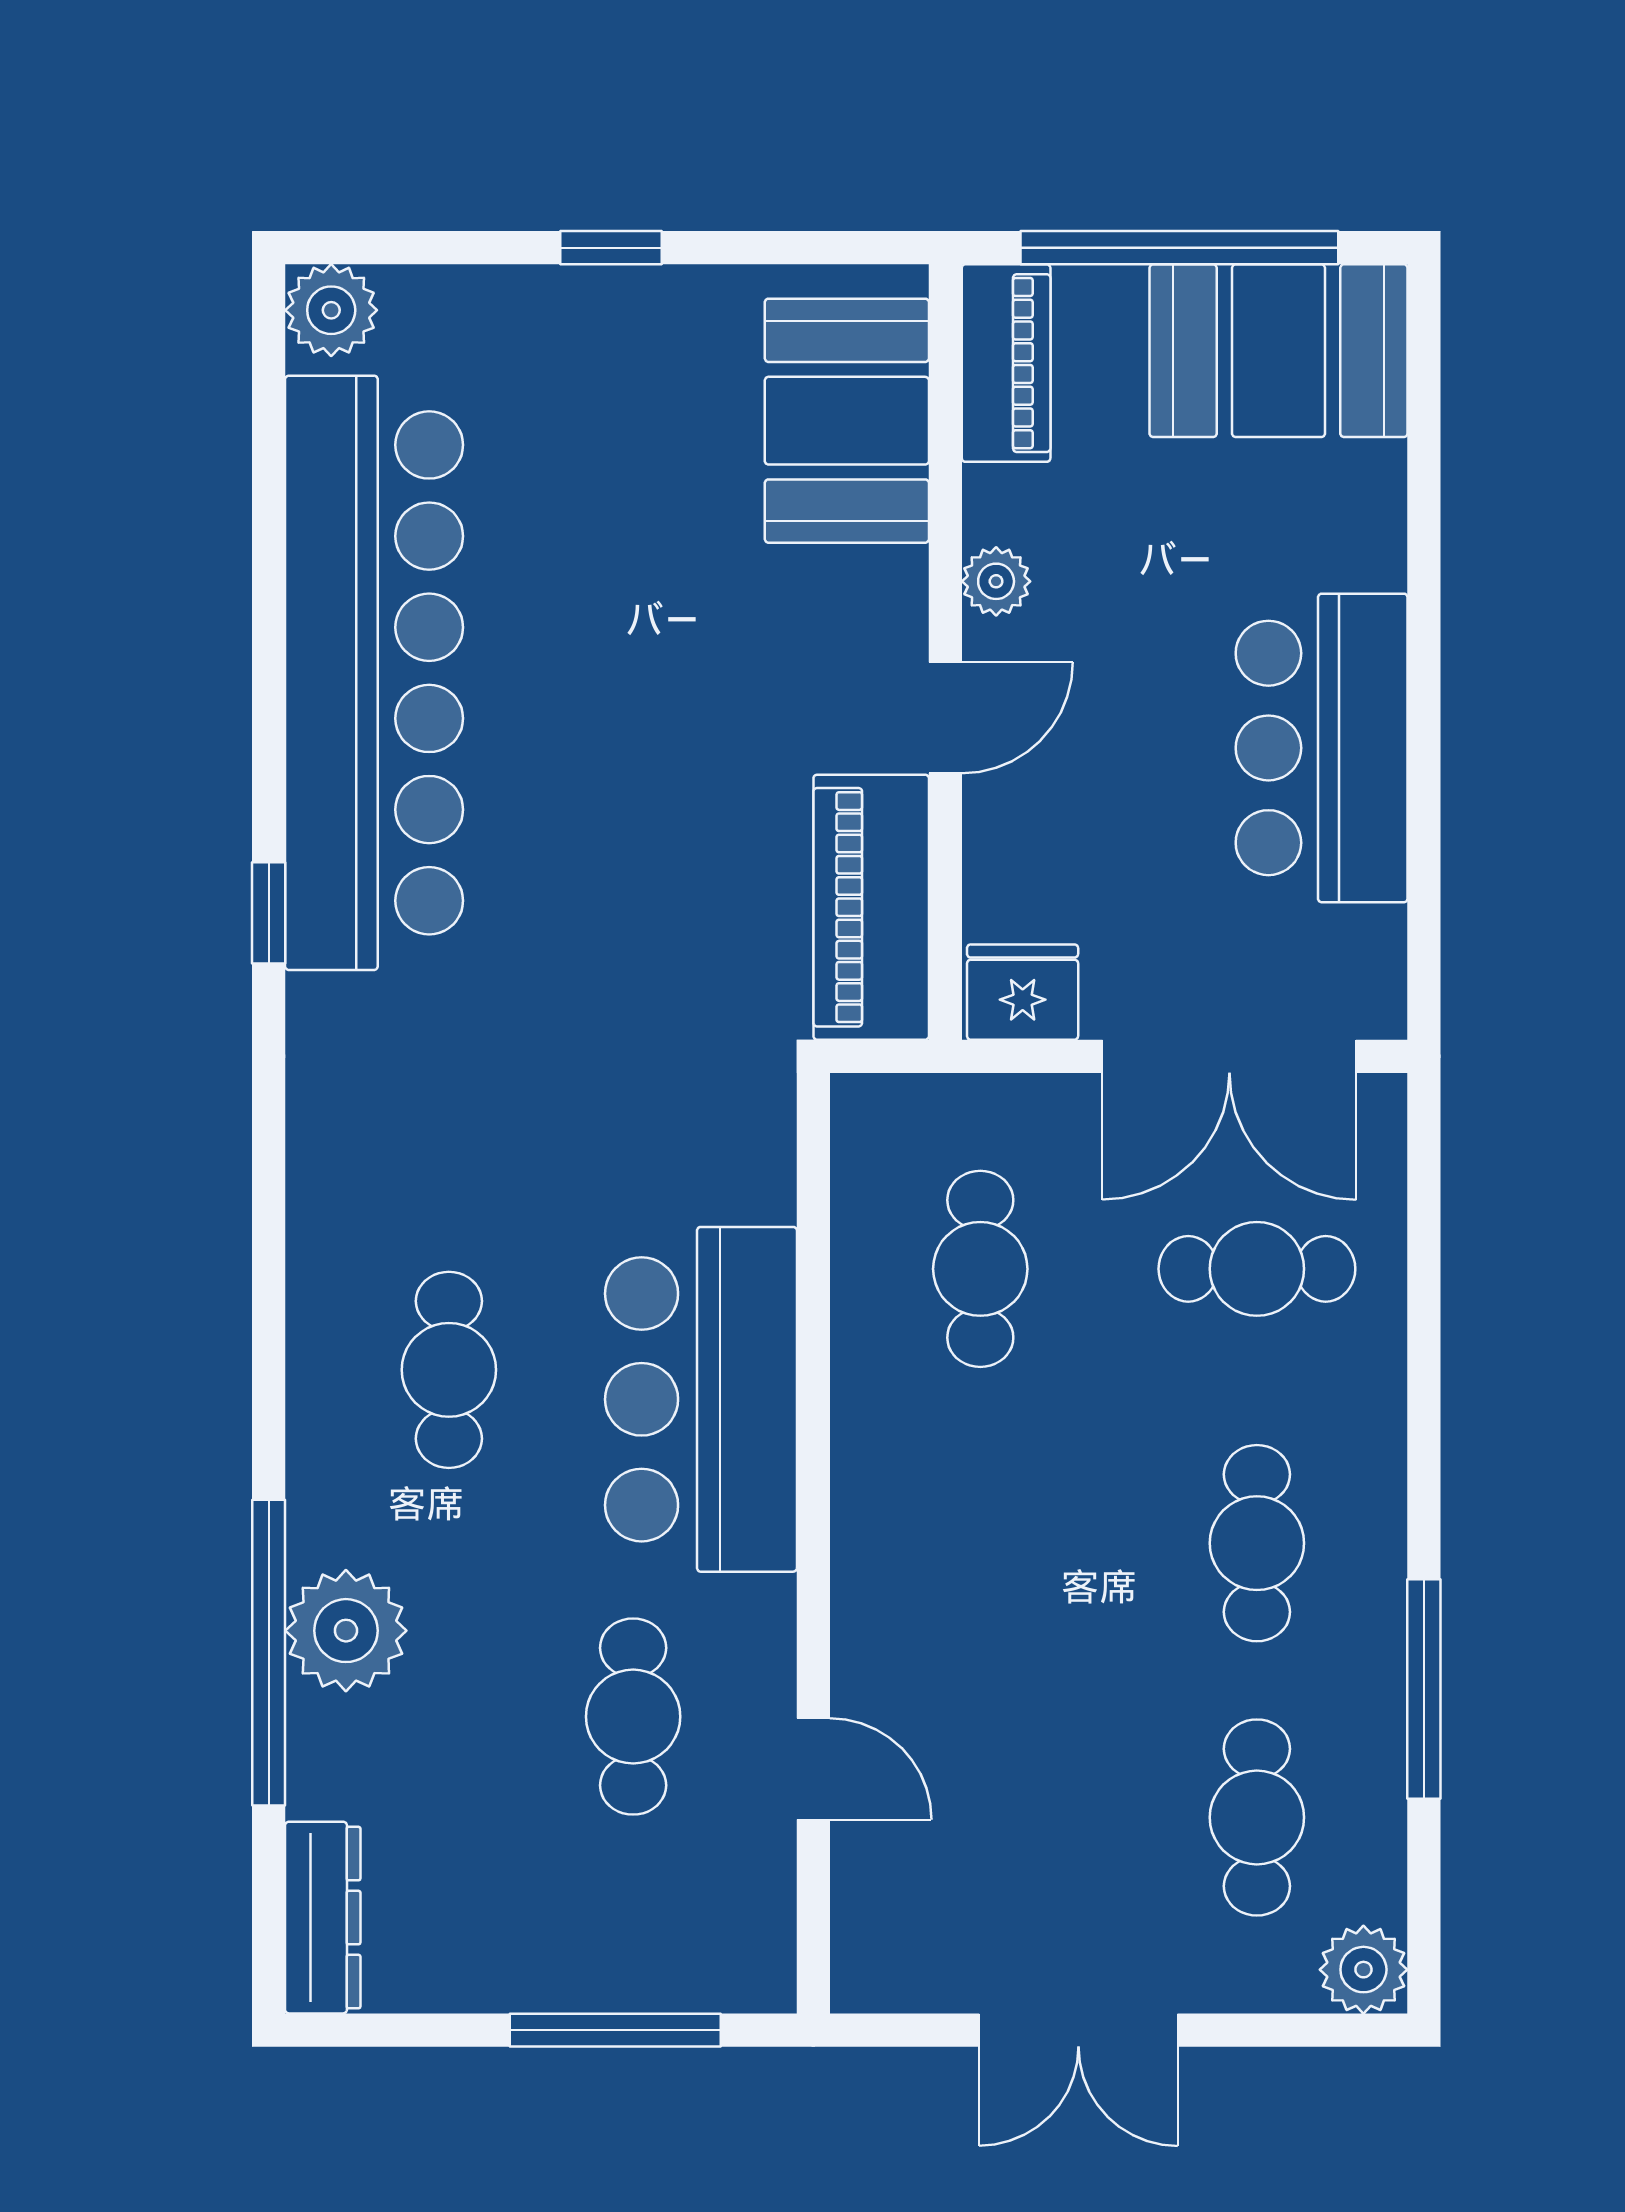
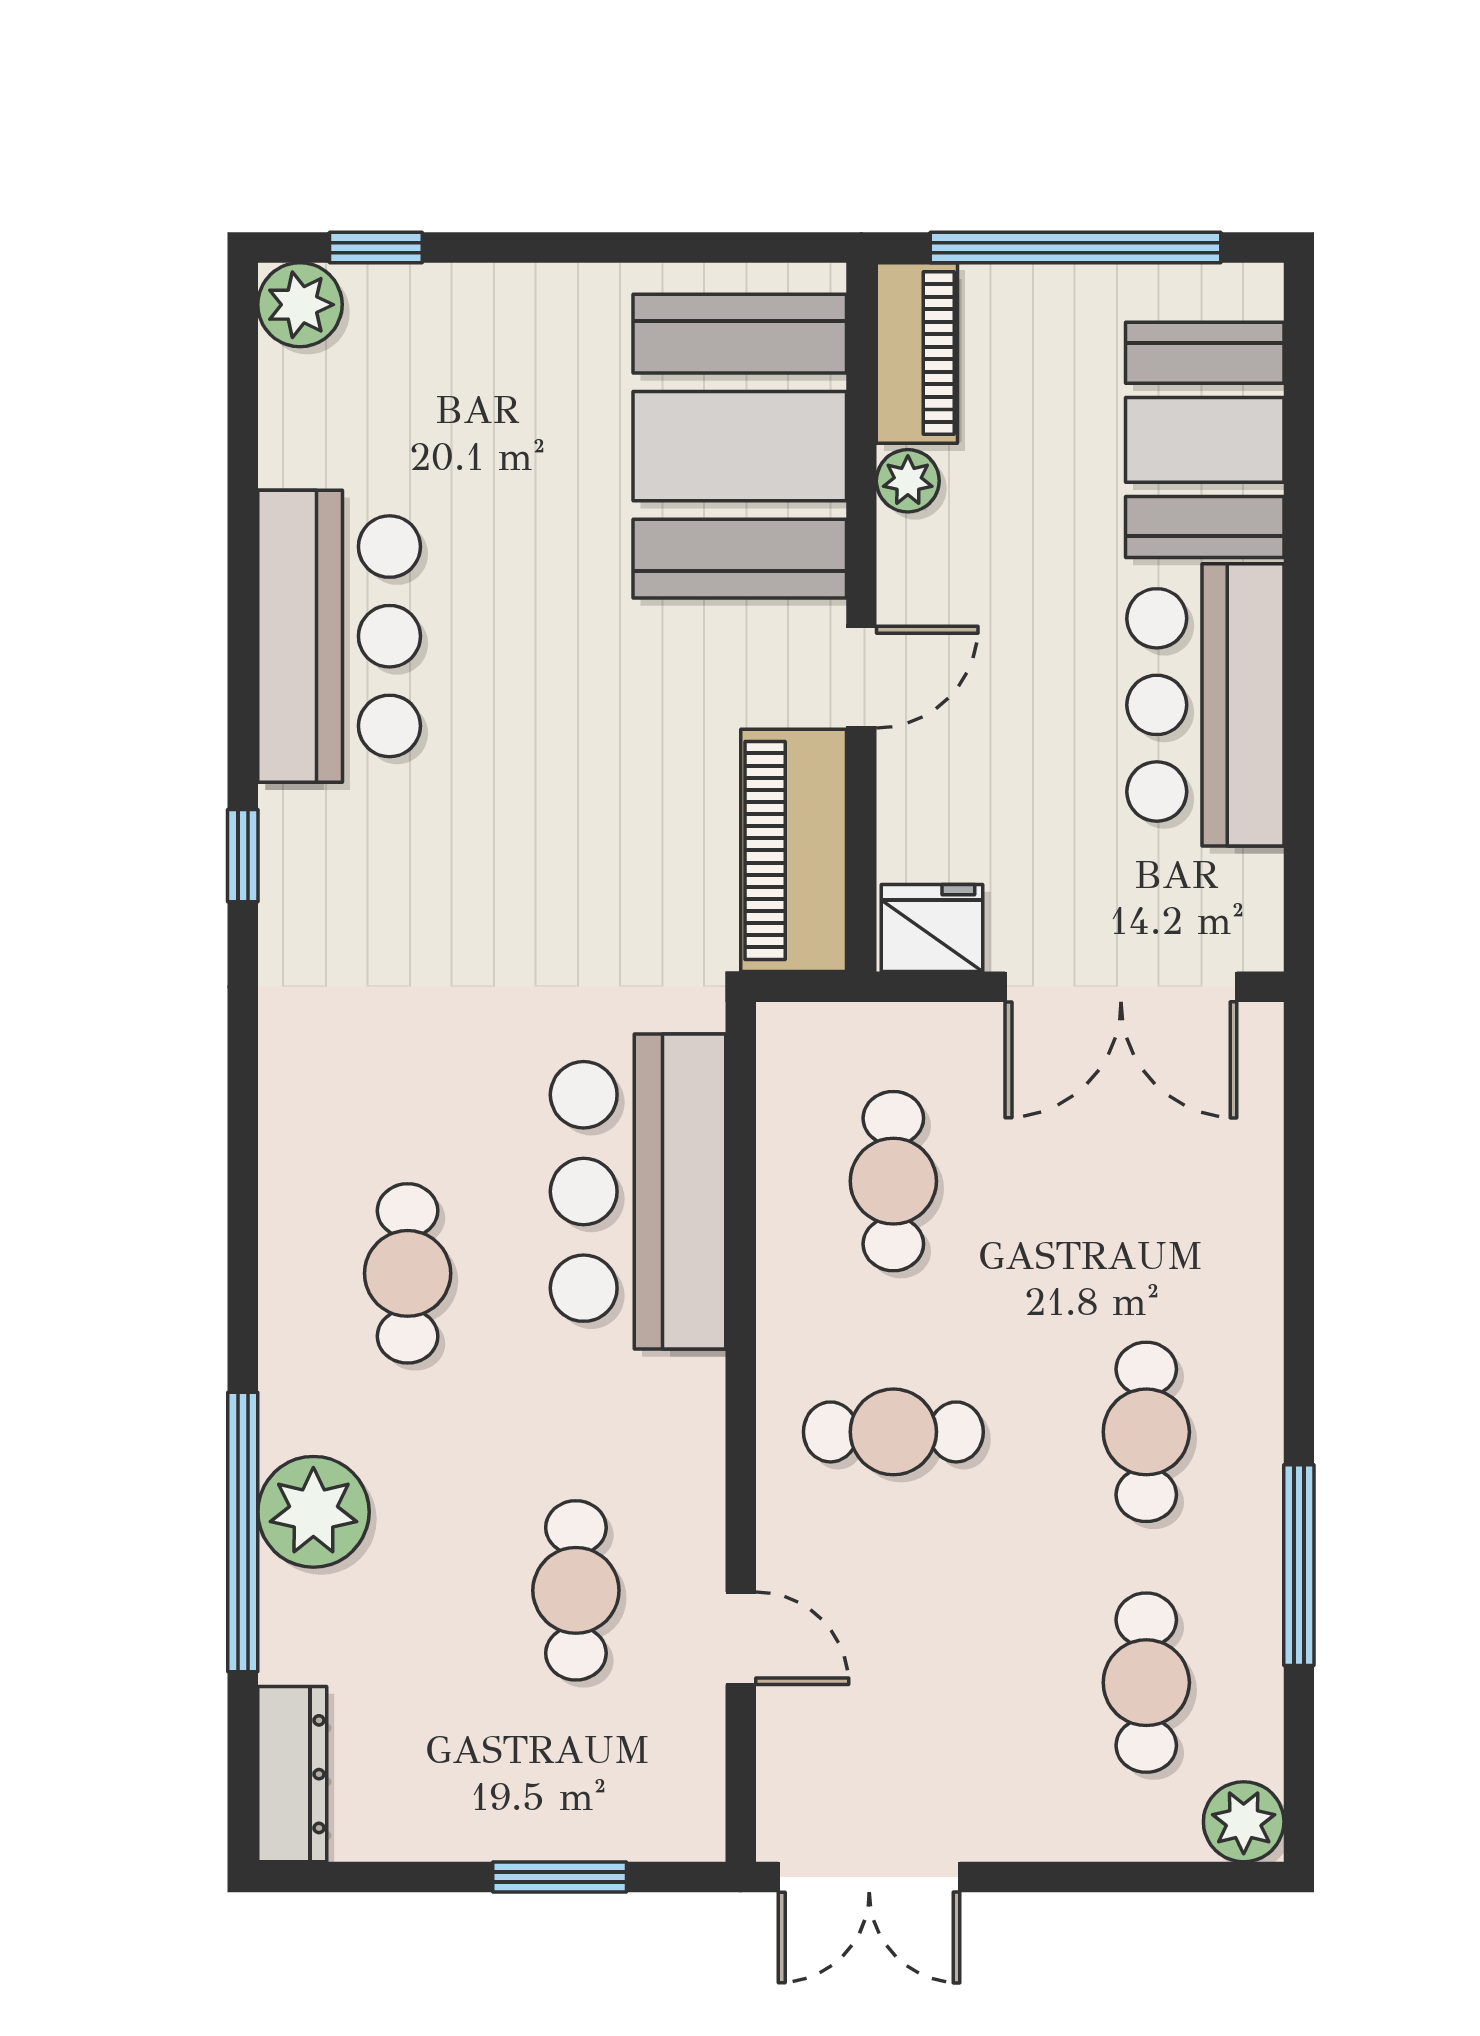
window: (611, 248) -> (376, 248), moved
booth: (1279, 351) -> (1205, 440), moved, turned 90
booth: (847, 421) -> (740, 446), width x1.36, depth x1.42
plant: (996, 581) -> (908, 481), moved
bar counter: (374, 673) -> (339, 636), width x0.54
cafe table: (1257, 1269) -> (893, 1432), moved
bar counter: (701, 1399) -> (638, 1191), moved
window: (615, 2030) -> (560, 1877), width x0.69
double door: (1078, 2030) -> (869, 1877), moved

